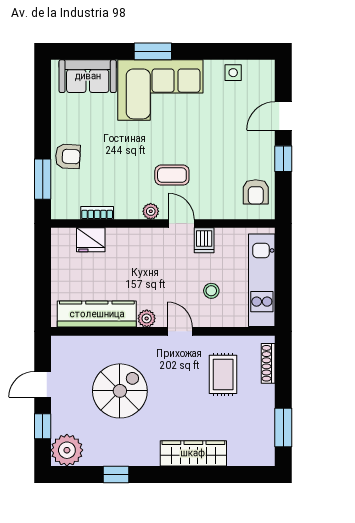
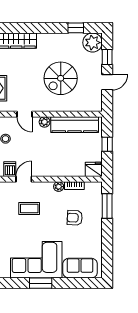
armchair: (68, 156) -> (75, 218), moved
plant: (151, 211) -> (59, 187), moved
door: (181, 224) -> (24, 179), swing flipped
fridge: (91, 240) -> (94, 169), moved
window: (43, 282) -> (107, 144), added
window: (116, 474) -> (76, 28), moved

